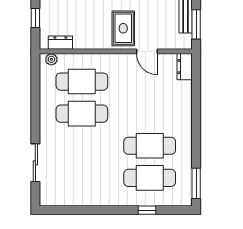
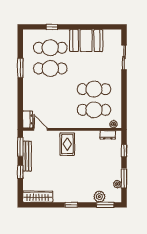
door: (147, 51) -> (41, 129), moved
window: (196, 183) -> (20, 68), moved
booth: (94, 189) -> (86, 41), added

